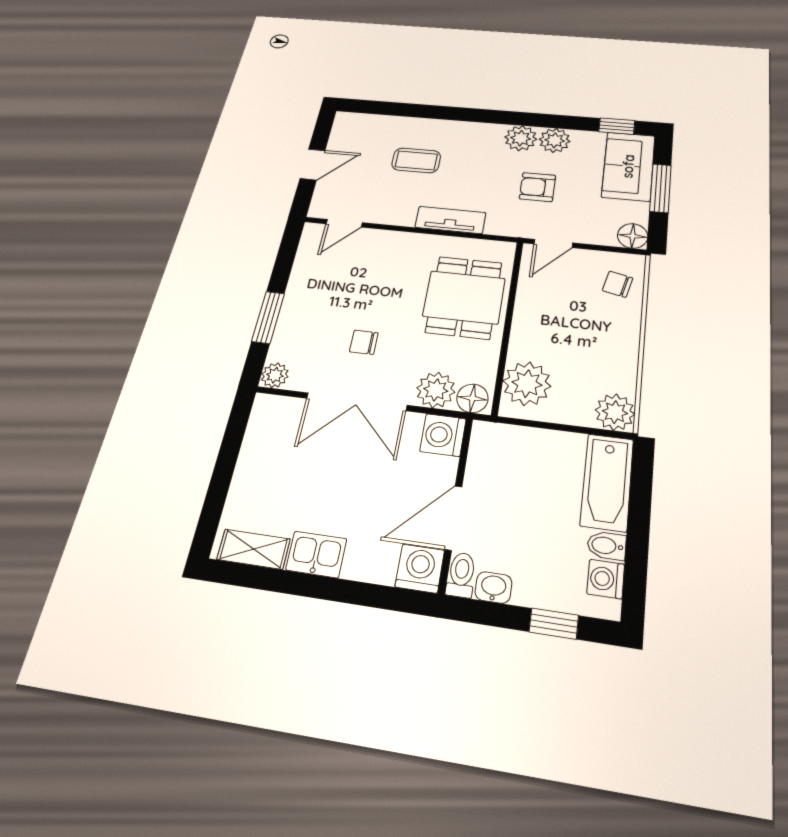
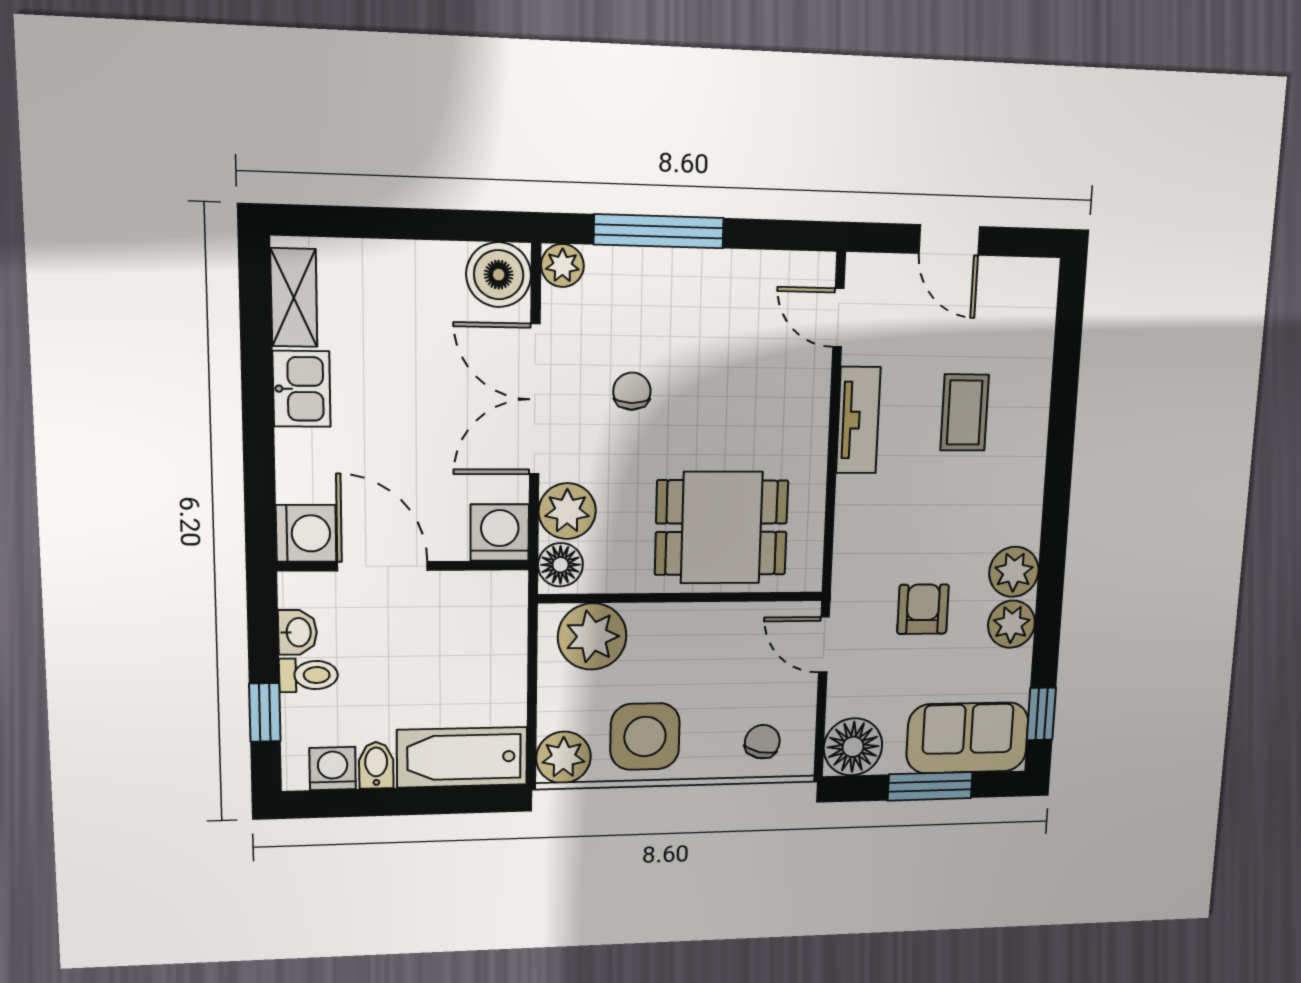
tv unit: (450, 220) -> (858, 420), moved
floor lamp: (633, 236) -> (853, 747), width x1.38, depth x1.38
window: (268, 317) -> (659, 231), width x1.44
side table: (605, 357) -> (645, 736), added
boiler: (271, 414) -> (499, 275), added
toilet: (461, 575) -> (309, 675), moved

